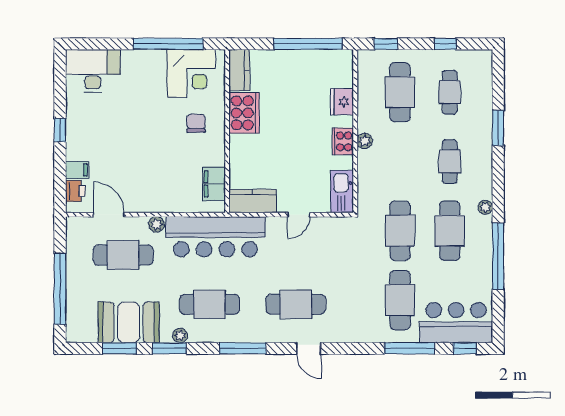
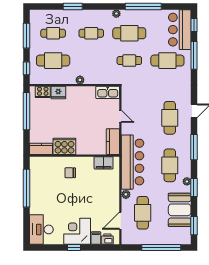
window: (445, 44) -> (27, 36), width x2.17
corner desk: (191, 73) -> (77, 231), moved, turned -90
cooker: (343, 141) -> (43, 92), moved
cafe table: (400, 231) -> (129, 61), width x0.73, depth x0.74
window: (120, 348) -> (194, 226), moved

